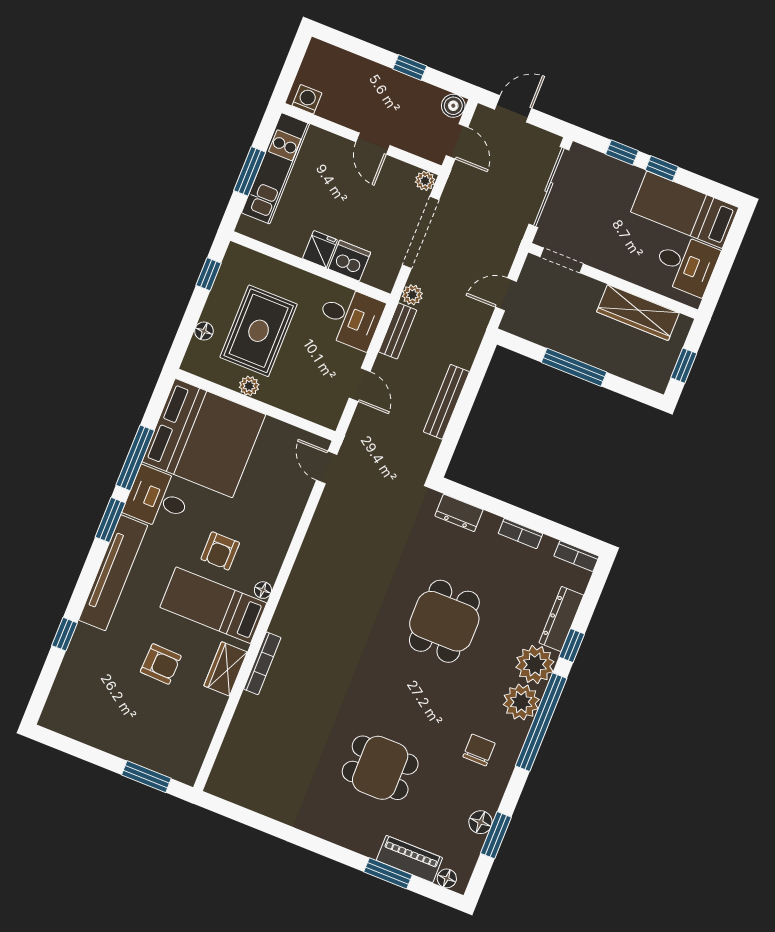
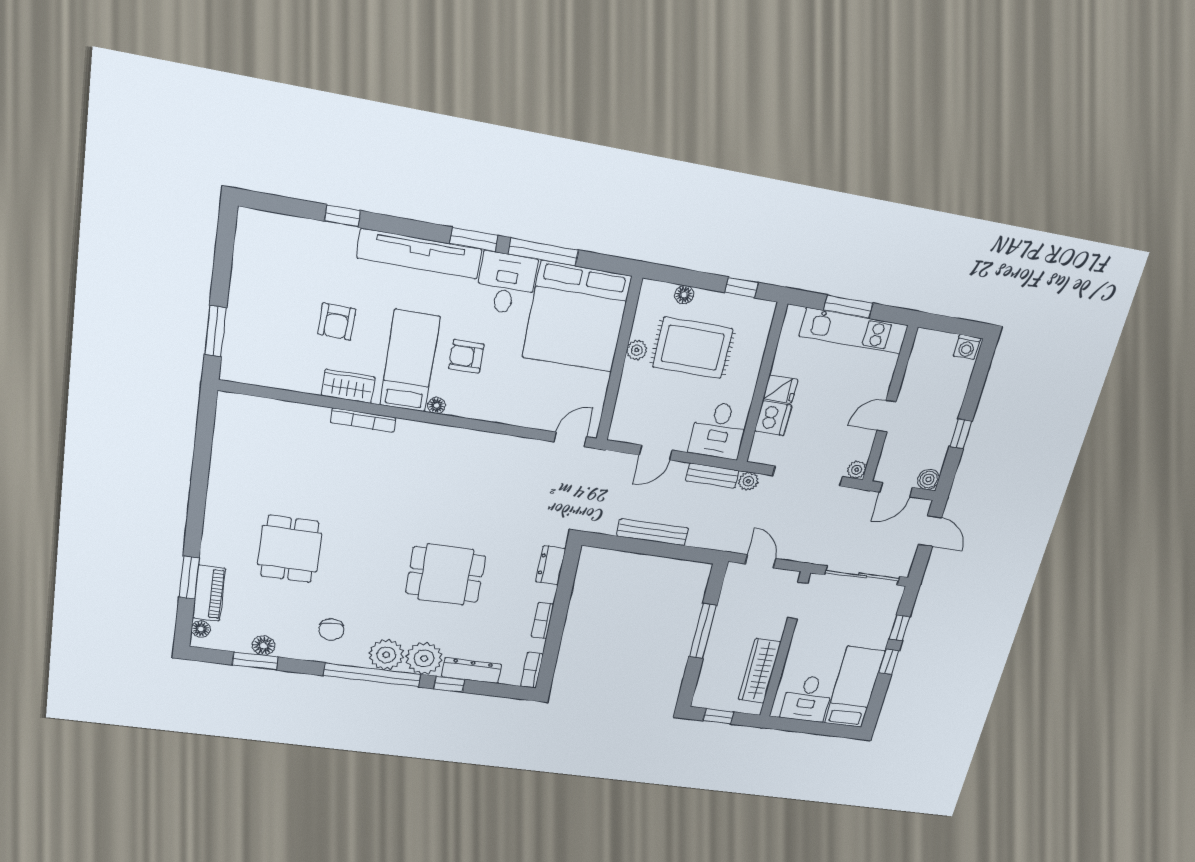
washing machine: (307, 99) -> (967, 347), moved, turned 90
chair: (479, 750) -> (331, 630), turned 84

